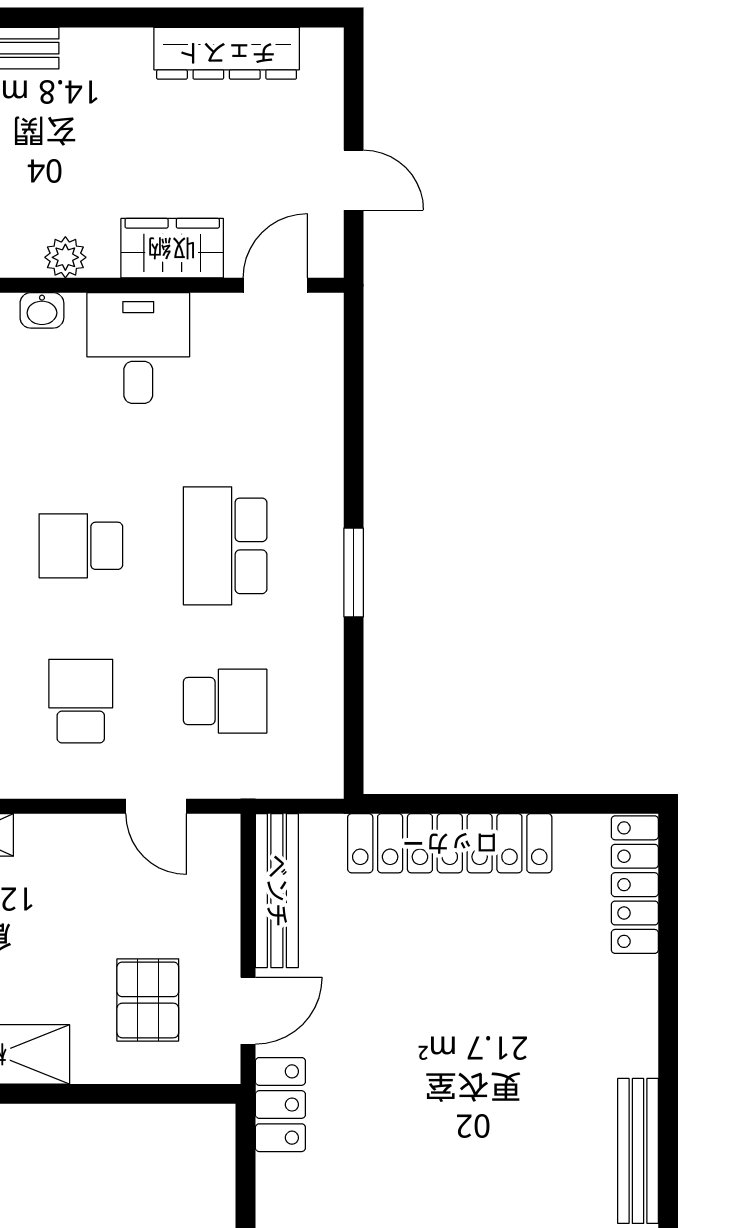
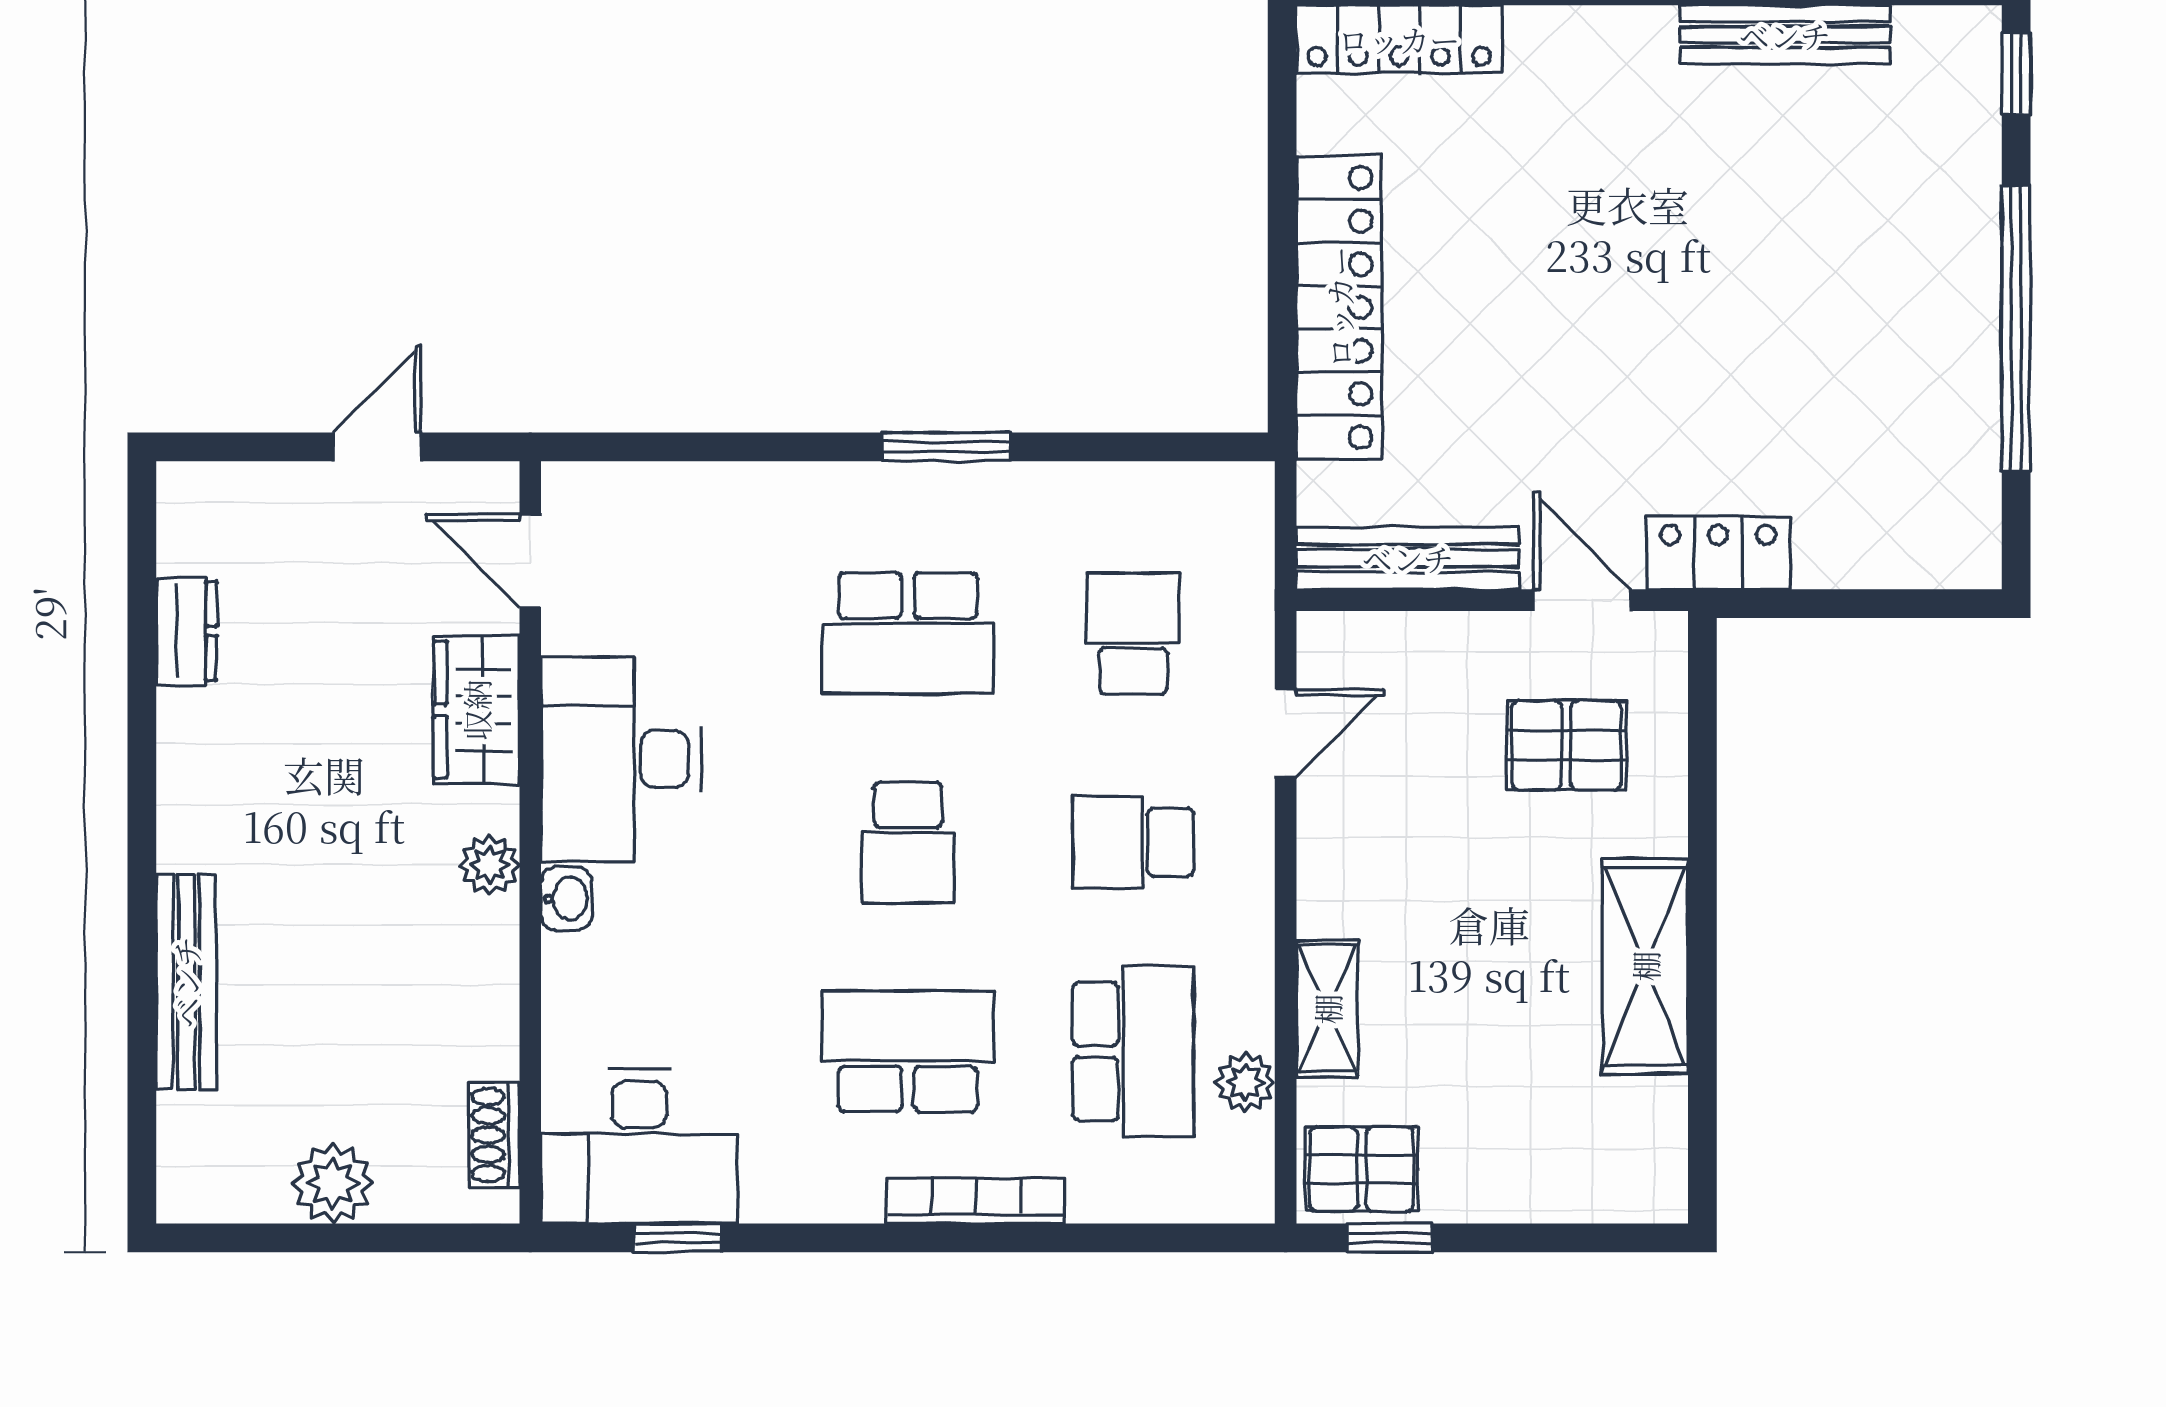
dresser: (227, 53) -> (186, 631), width x0.51, depth x0.80
desk: (138, 348) -> (621, 759), width x1.37

